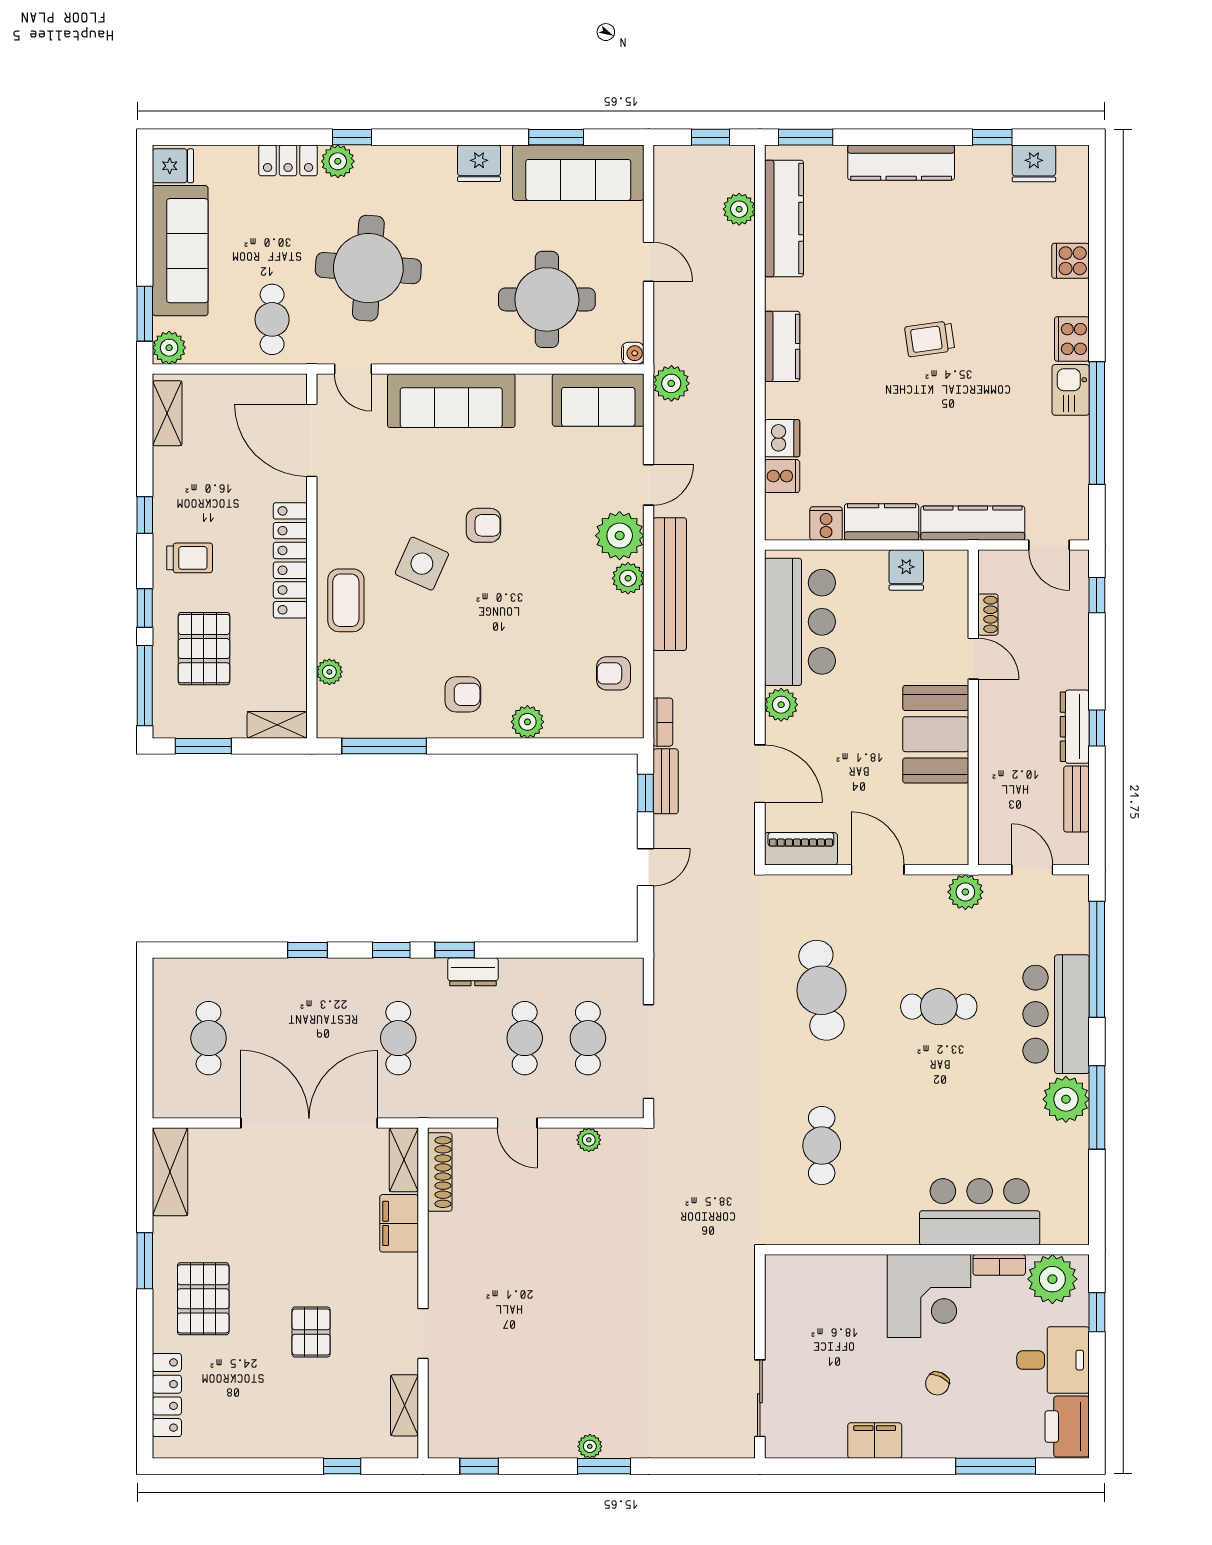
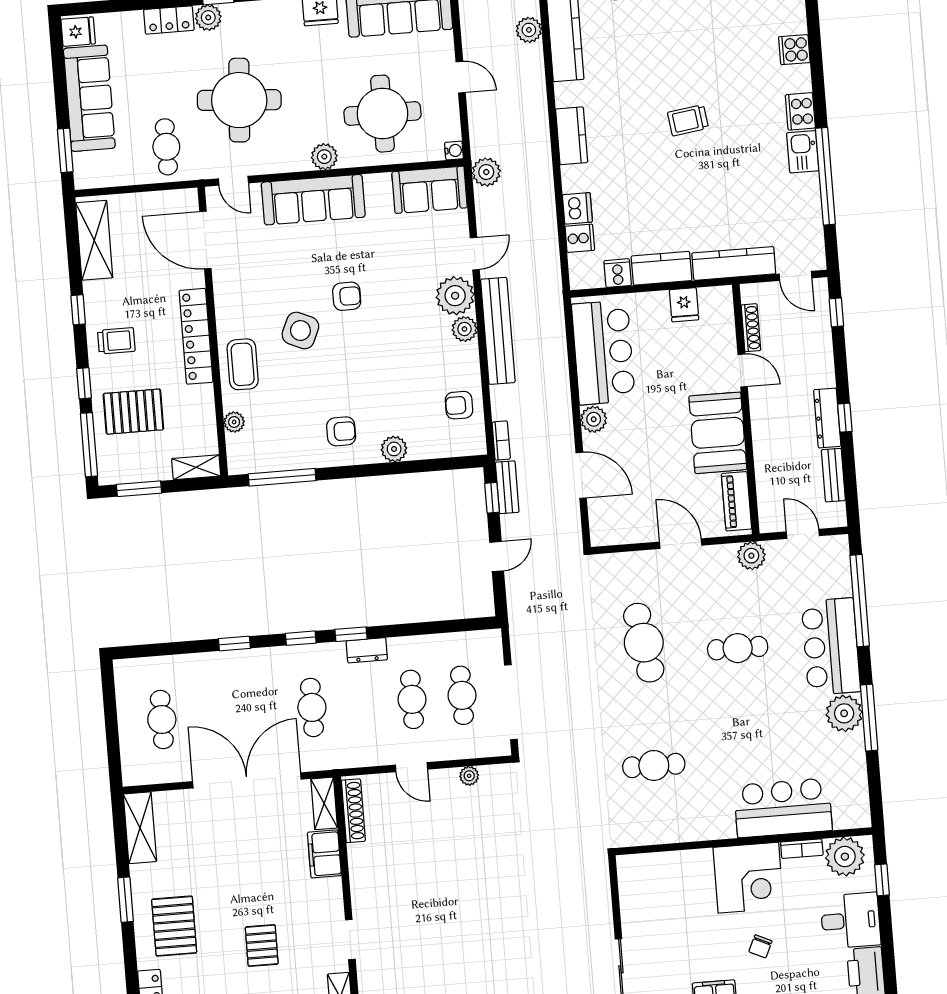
plant: (169, 348) -> (324, 157), moved
shelving: (167, 413) -> (94, 240), width x1.50, depth x1.33
shoe rack: (988, 615) -> (751, 328), width x1.43
pallet: (204, 649) -> (133, 412), turned 90
piano: (801, 849) -> (737, 501), moved, turned -90
cafe table: (822, 1146) -> (654, 765), turned 90

